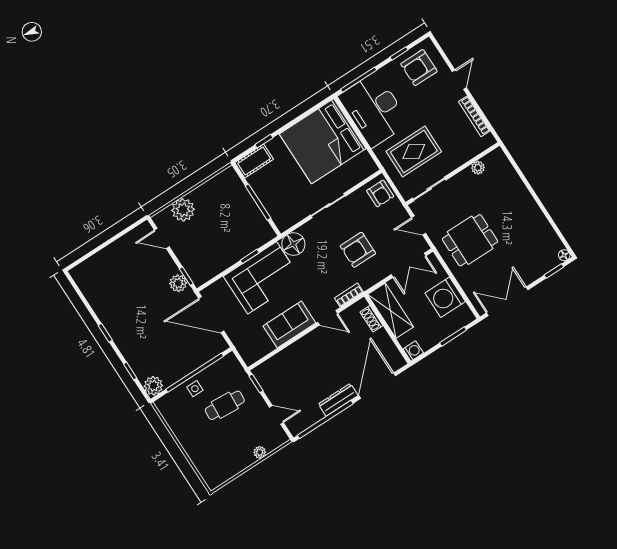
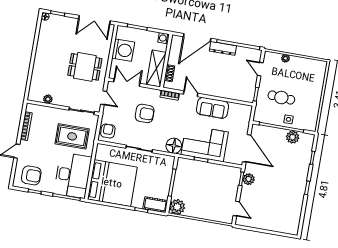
plant: (183, 210) -> (177, 207), moved
plant: (153, 386) -> (293, 137), moved

